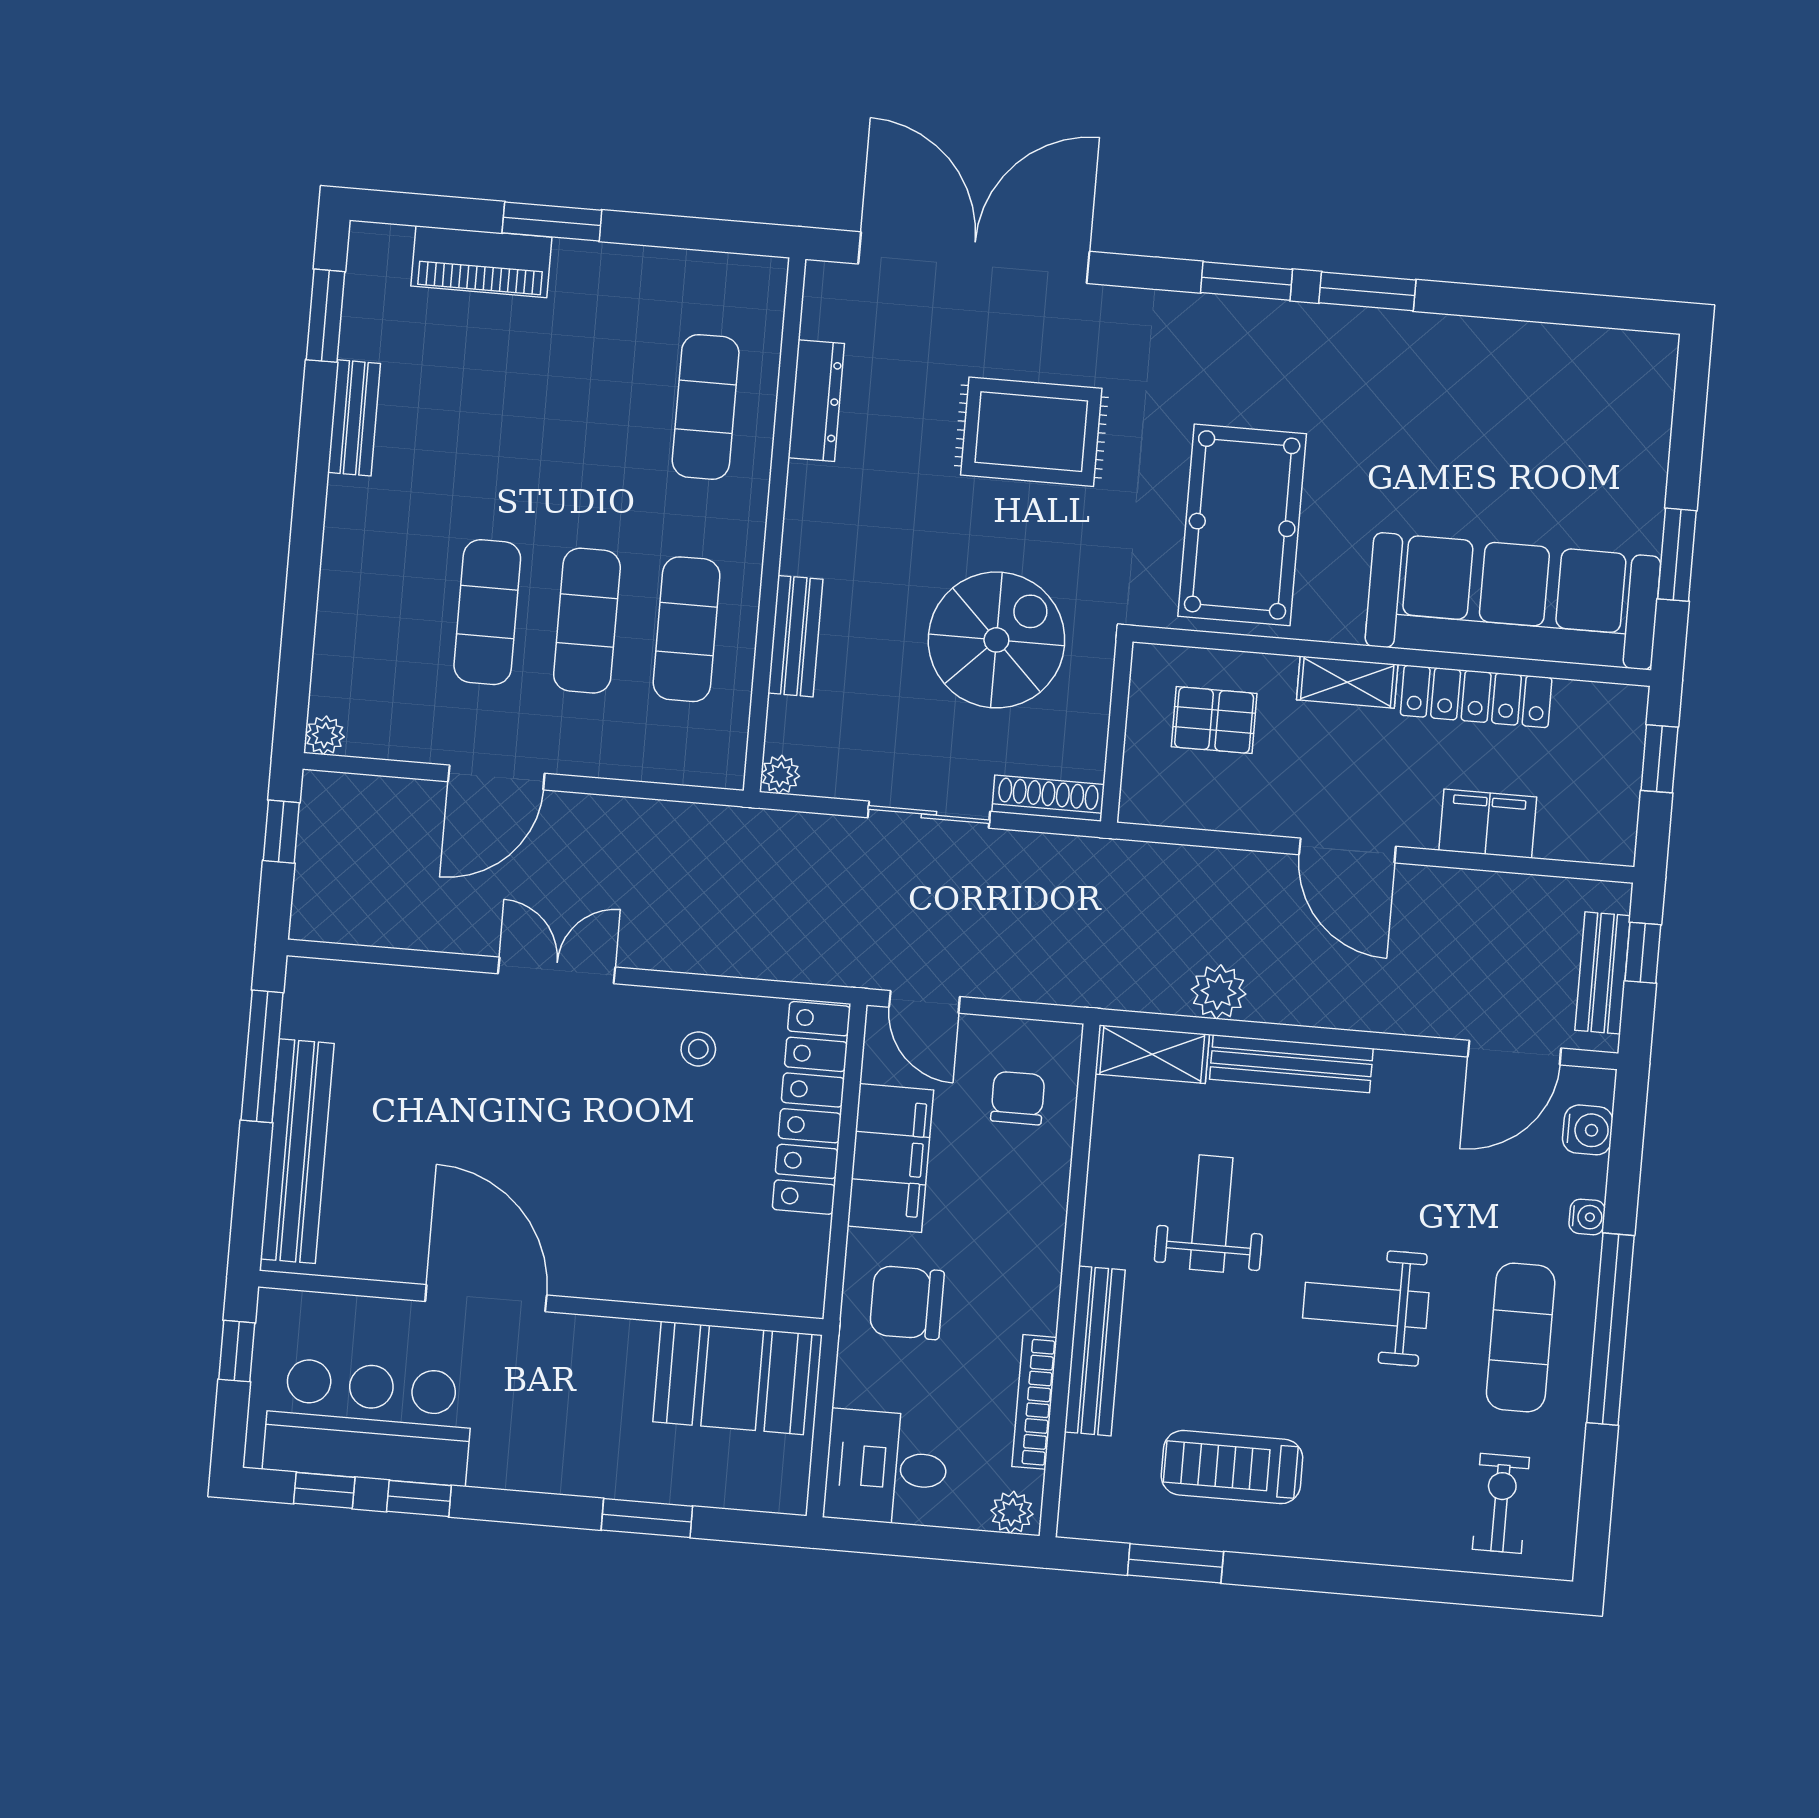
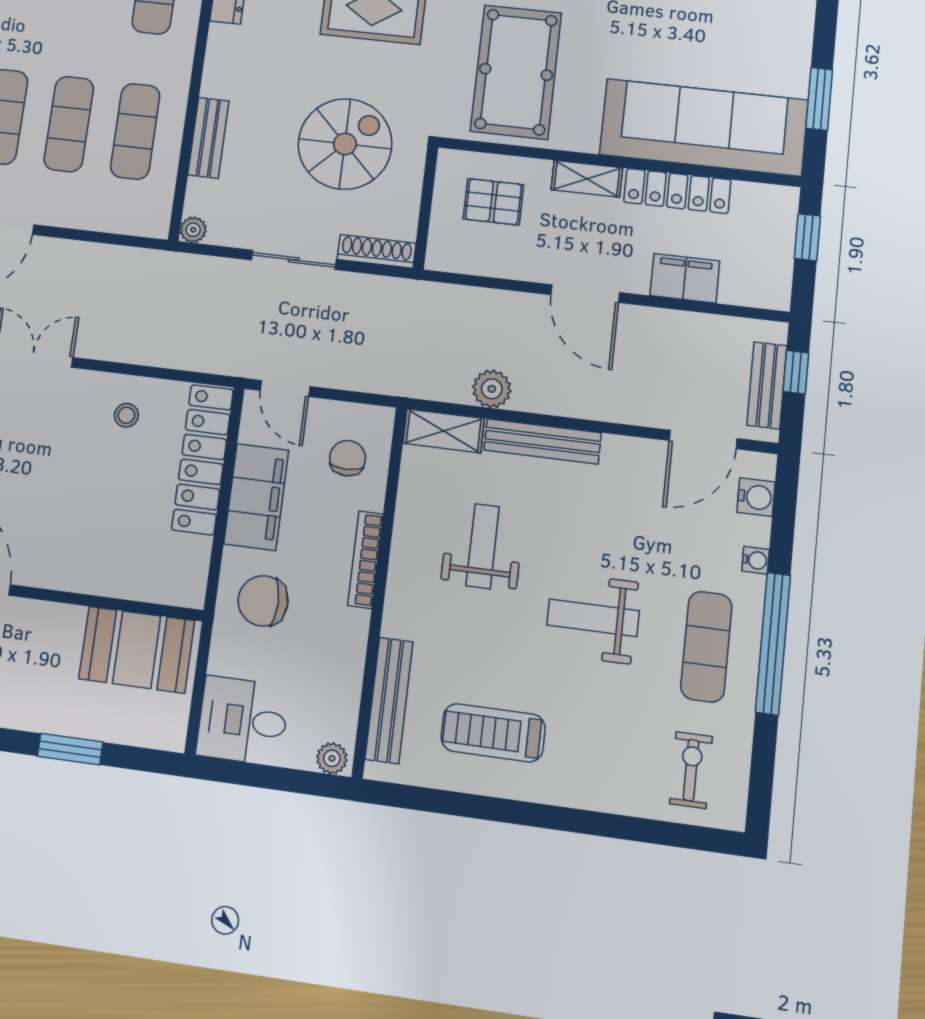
bench: (1095, 1351) -> (389, 700), moved
bookcase: (1034, 1402) -> (365, 560), moved
window: (1175, 1563) -> (450, 803), removed

